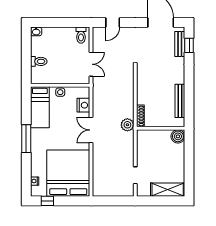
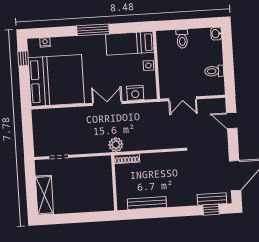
toilet: (81, 35) -> (214, 71), moved
boiler: (178, 136) -> (106, 203), removed

